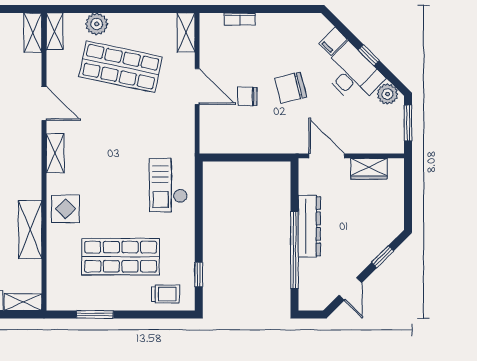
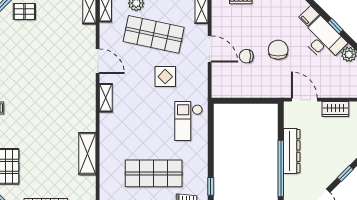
chair: (291, 88) -> (278, 50), turned 104
display table: (66, 209) -> (165, 77), moved

